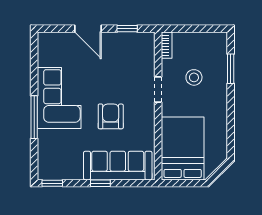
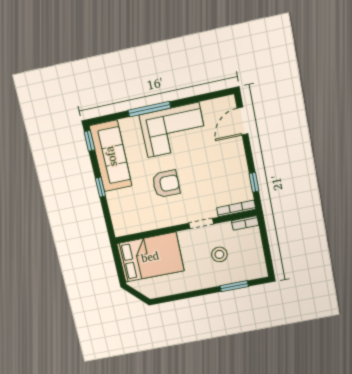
door: (88, 29) -> (242, 121), moved
bookcase: (150, 51) -> (236, 208), added
sofa: (118, 166) -> (111, 156), moved

